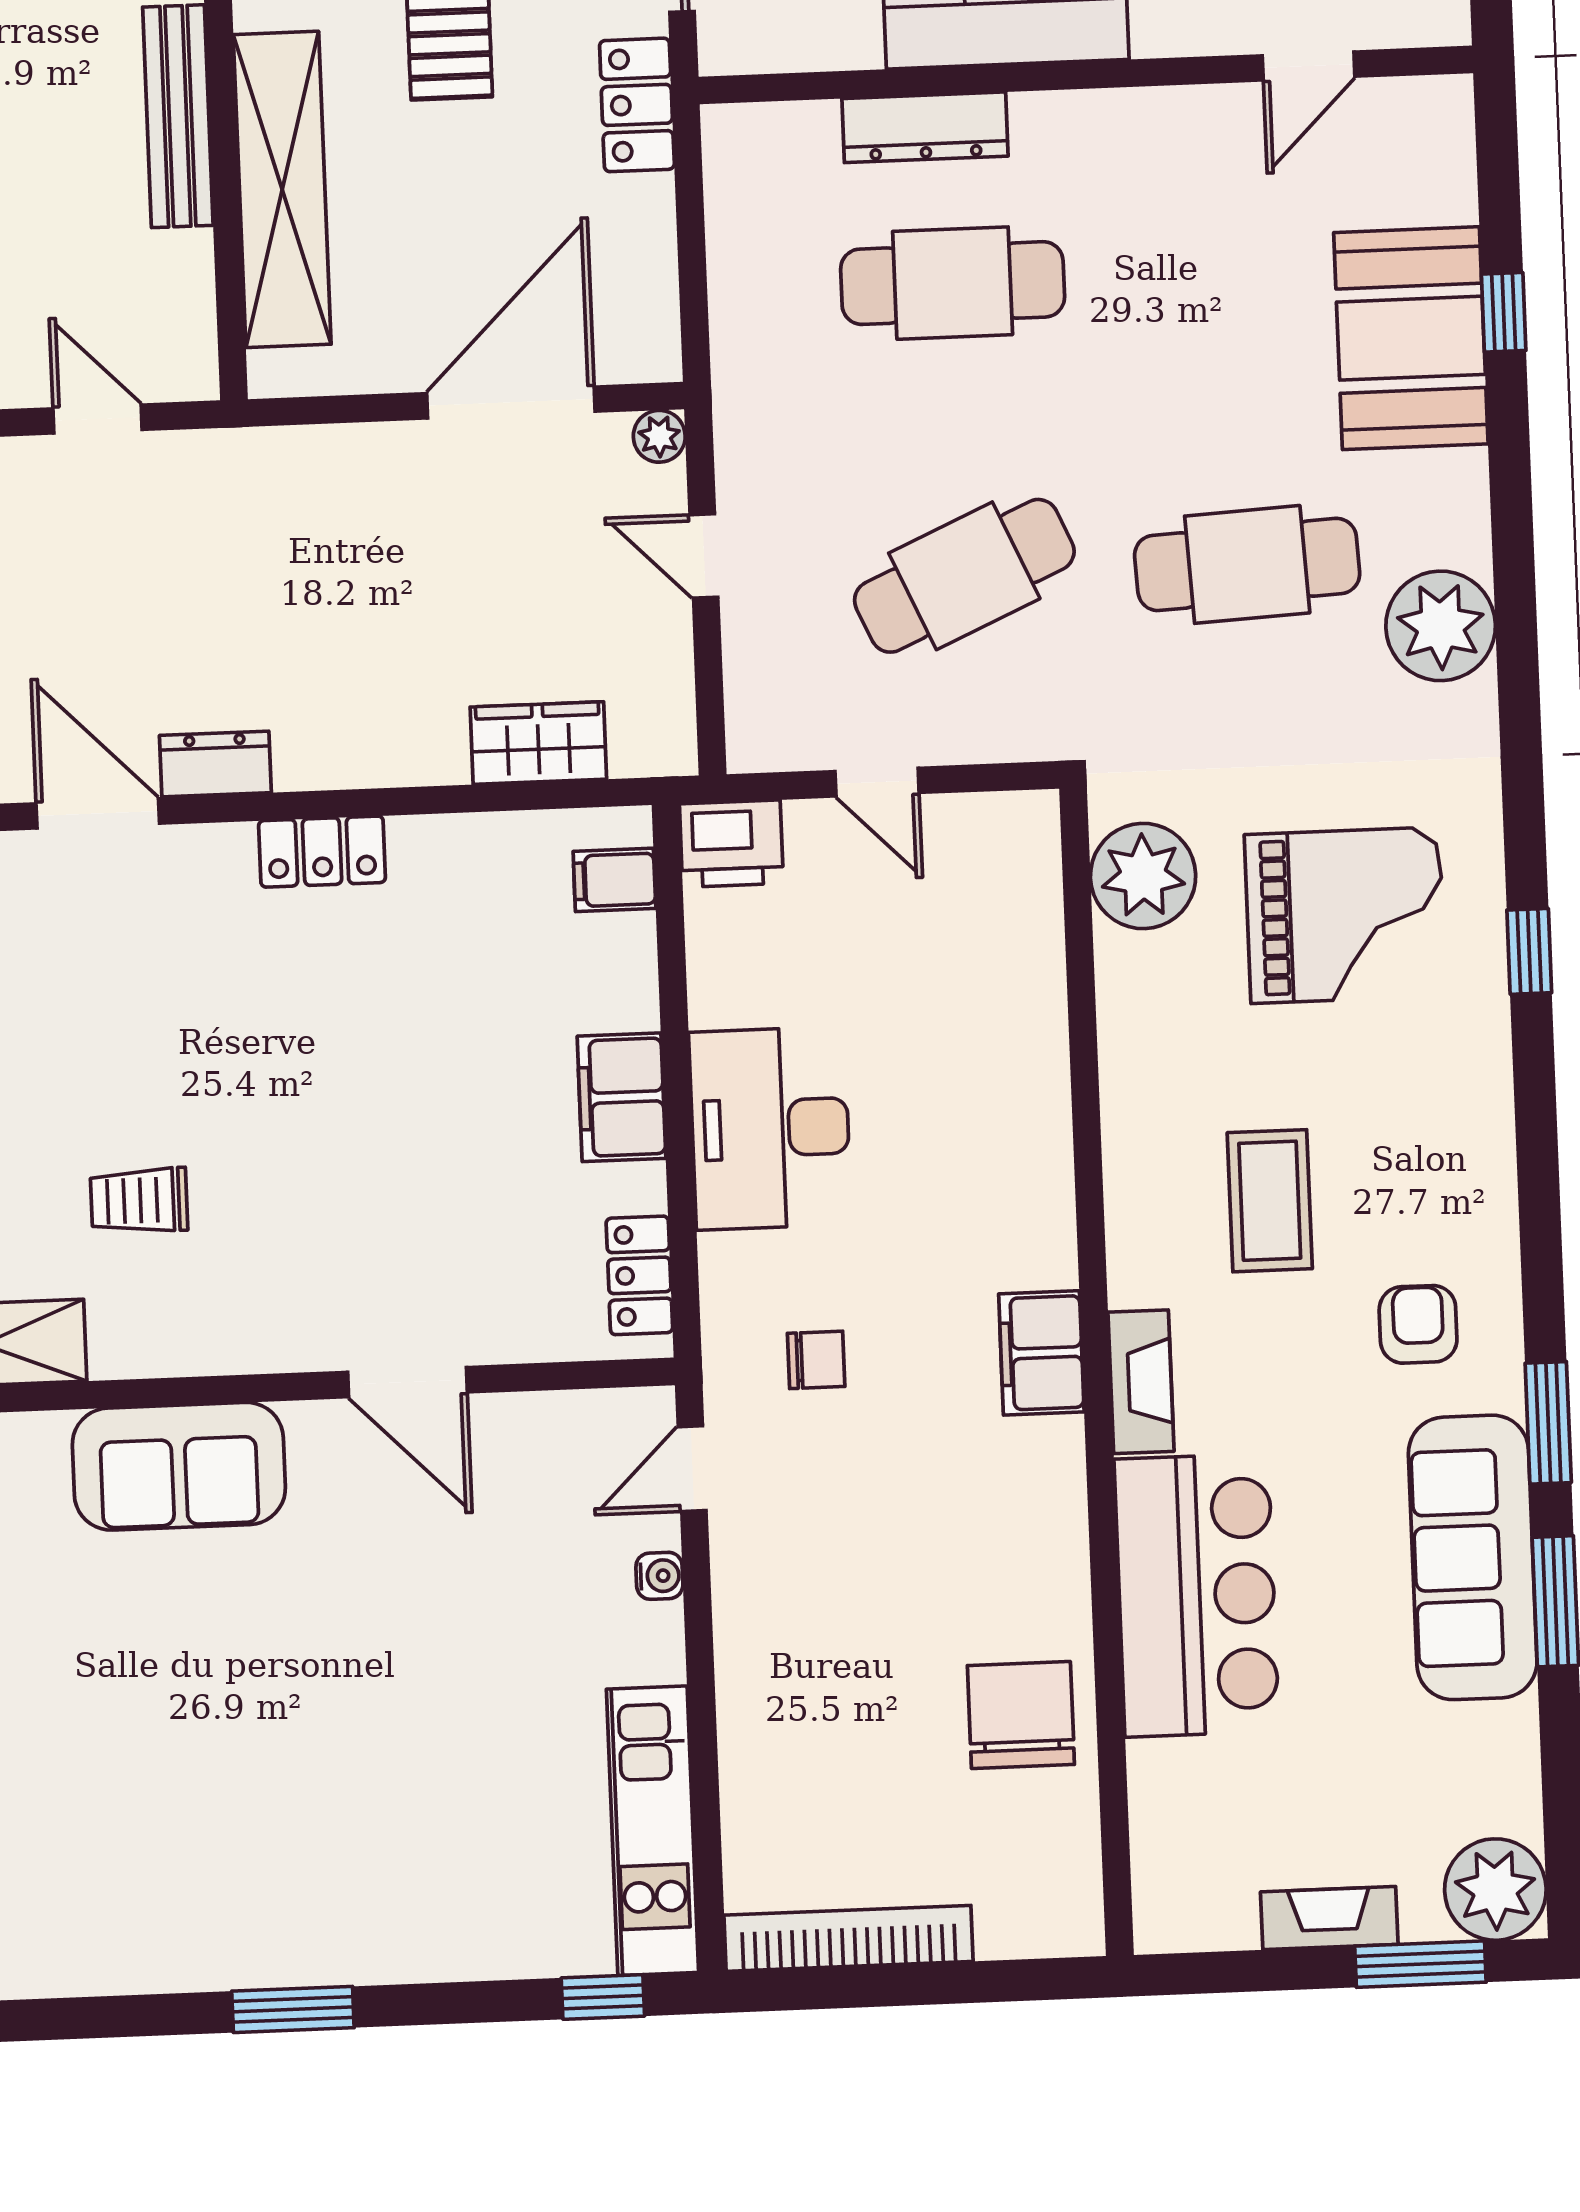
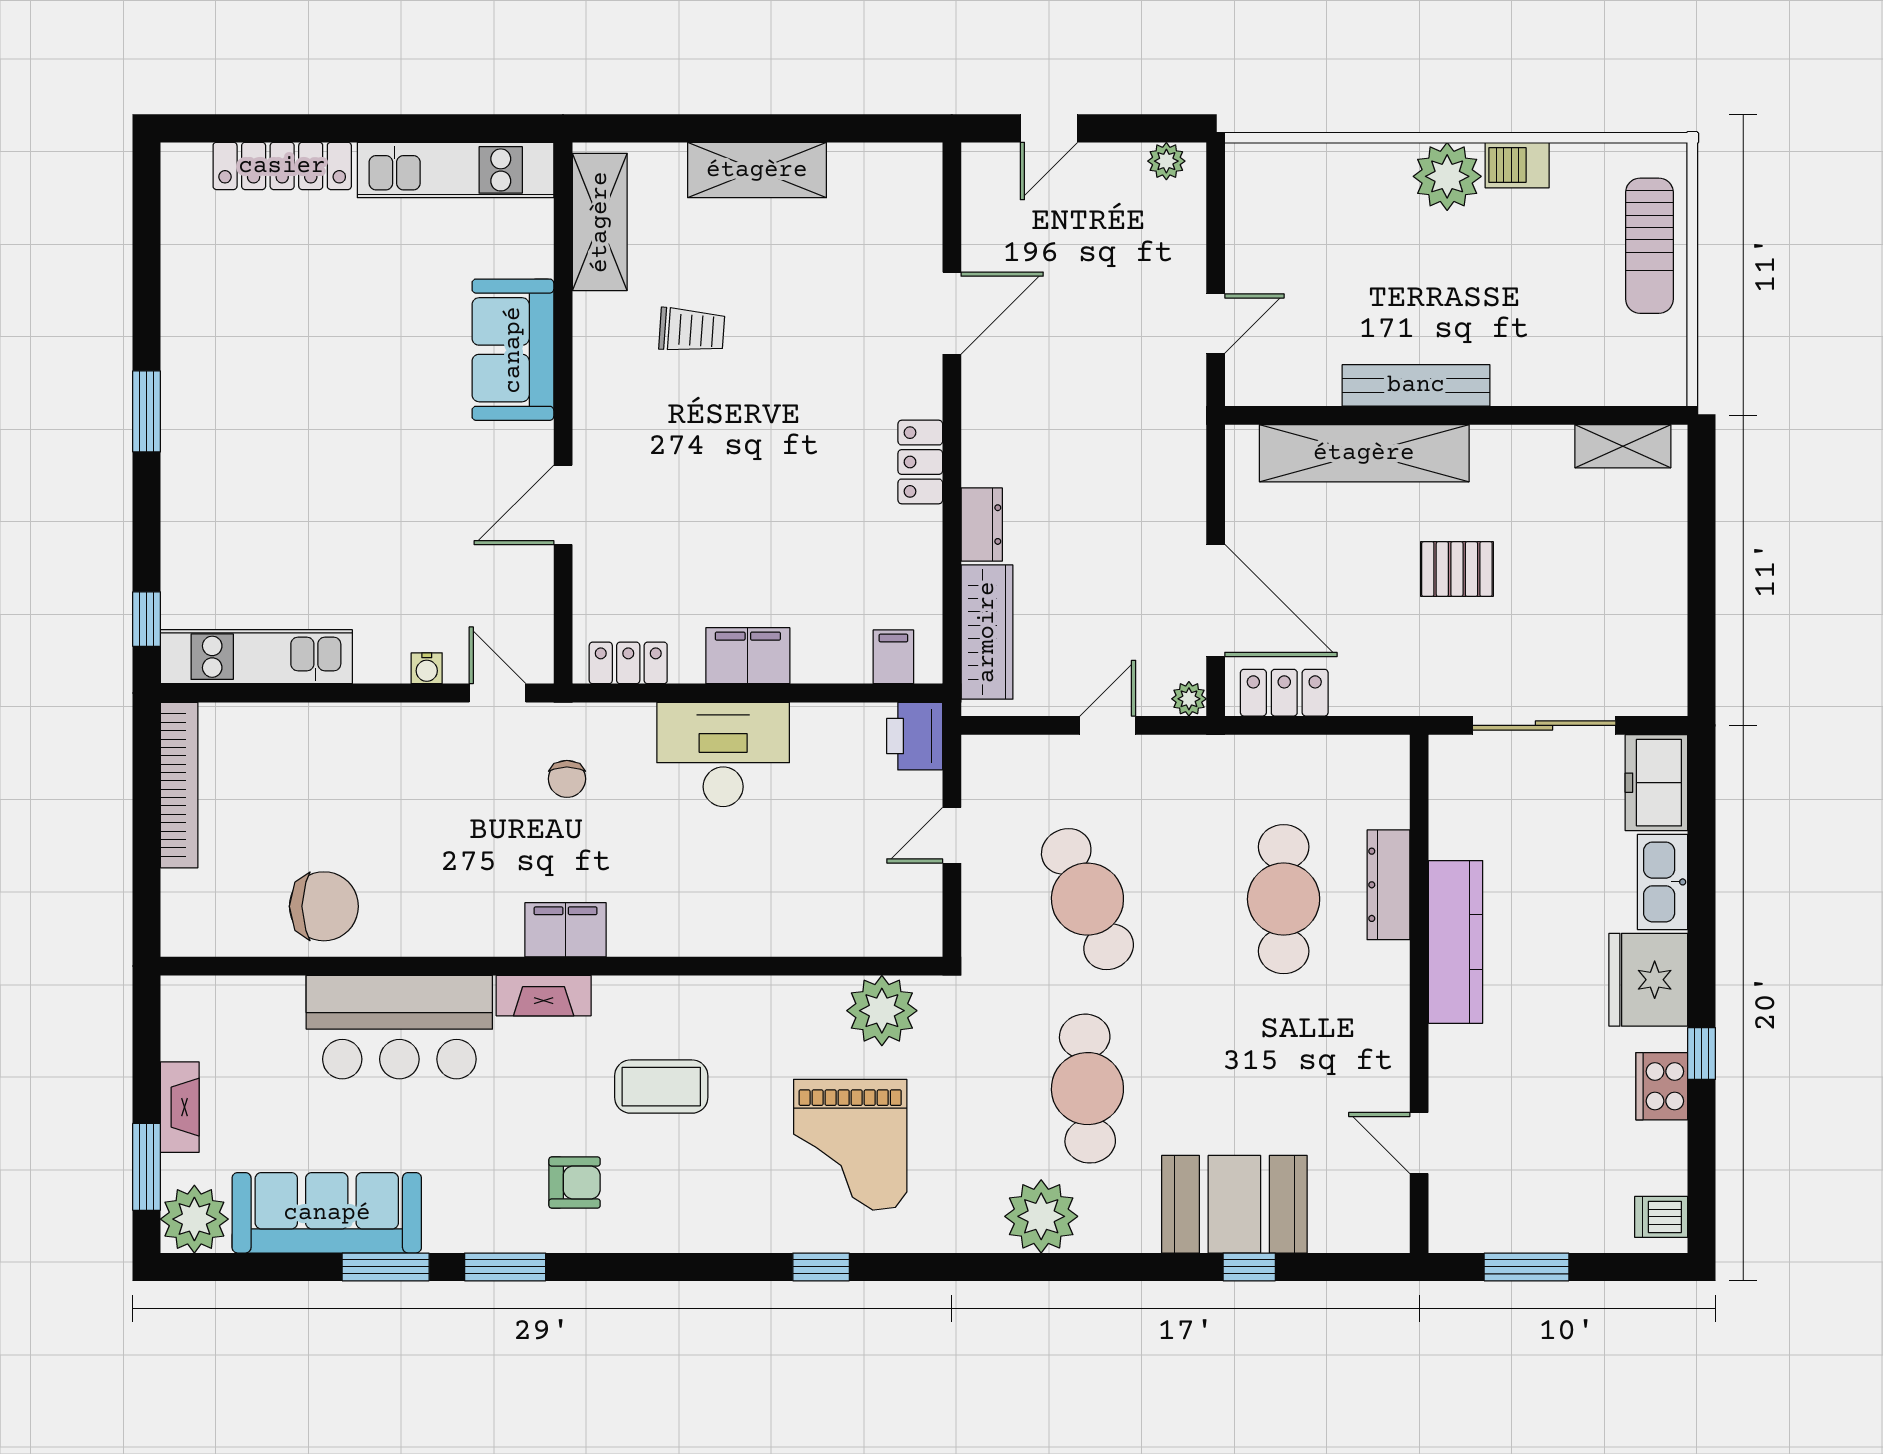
locker: (637, 105) -> (1284, 693), moved
wardrobe: (538, 743) -> (987, 632), width x1.50
dresser: (215, 764) -> (982, 525), moved
trolley: (139, 1200) -> (692, 330), turned 94
sofa: (1473, 1557) -> (327, 1213), moved

